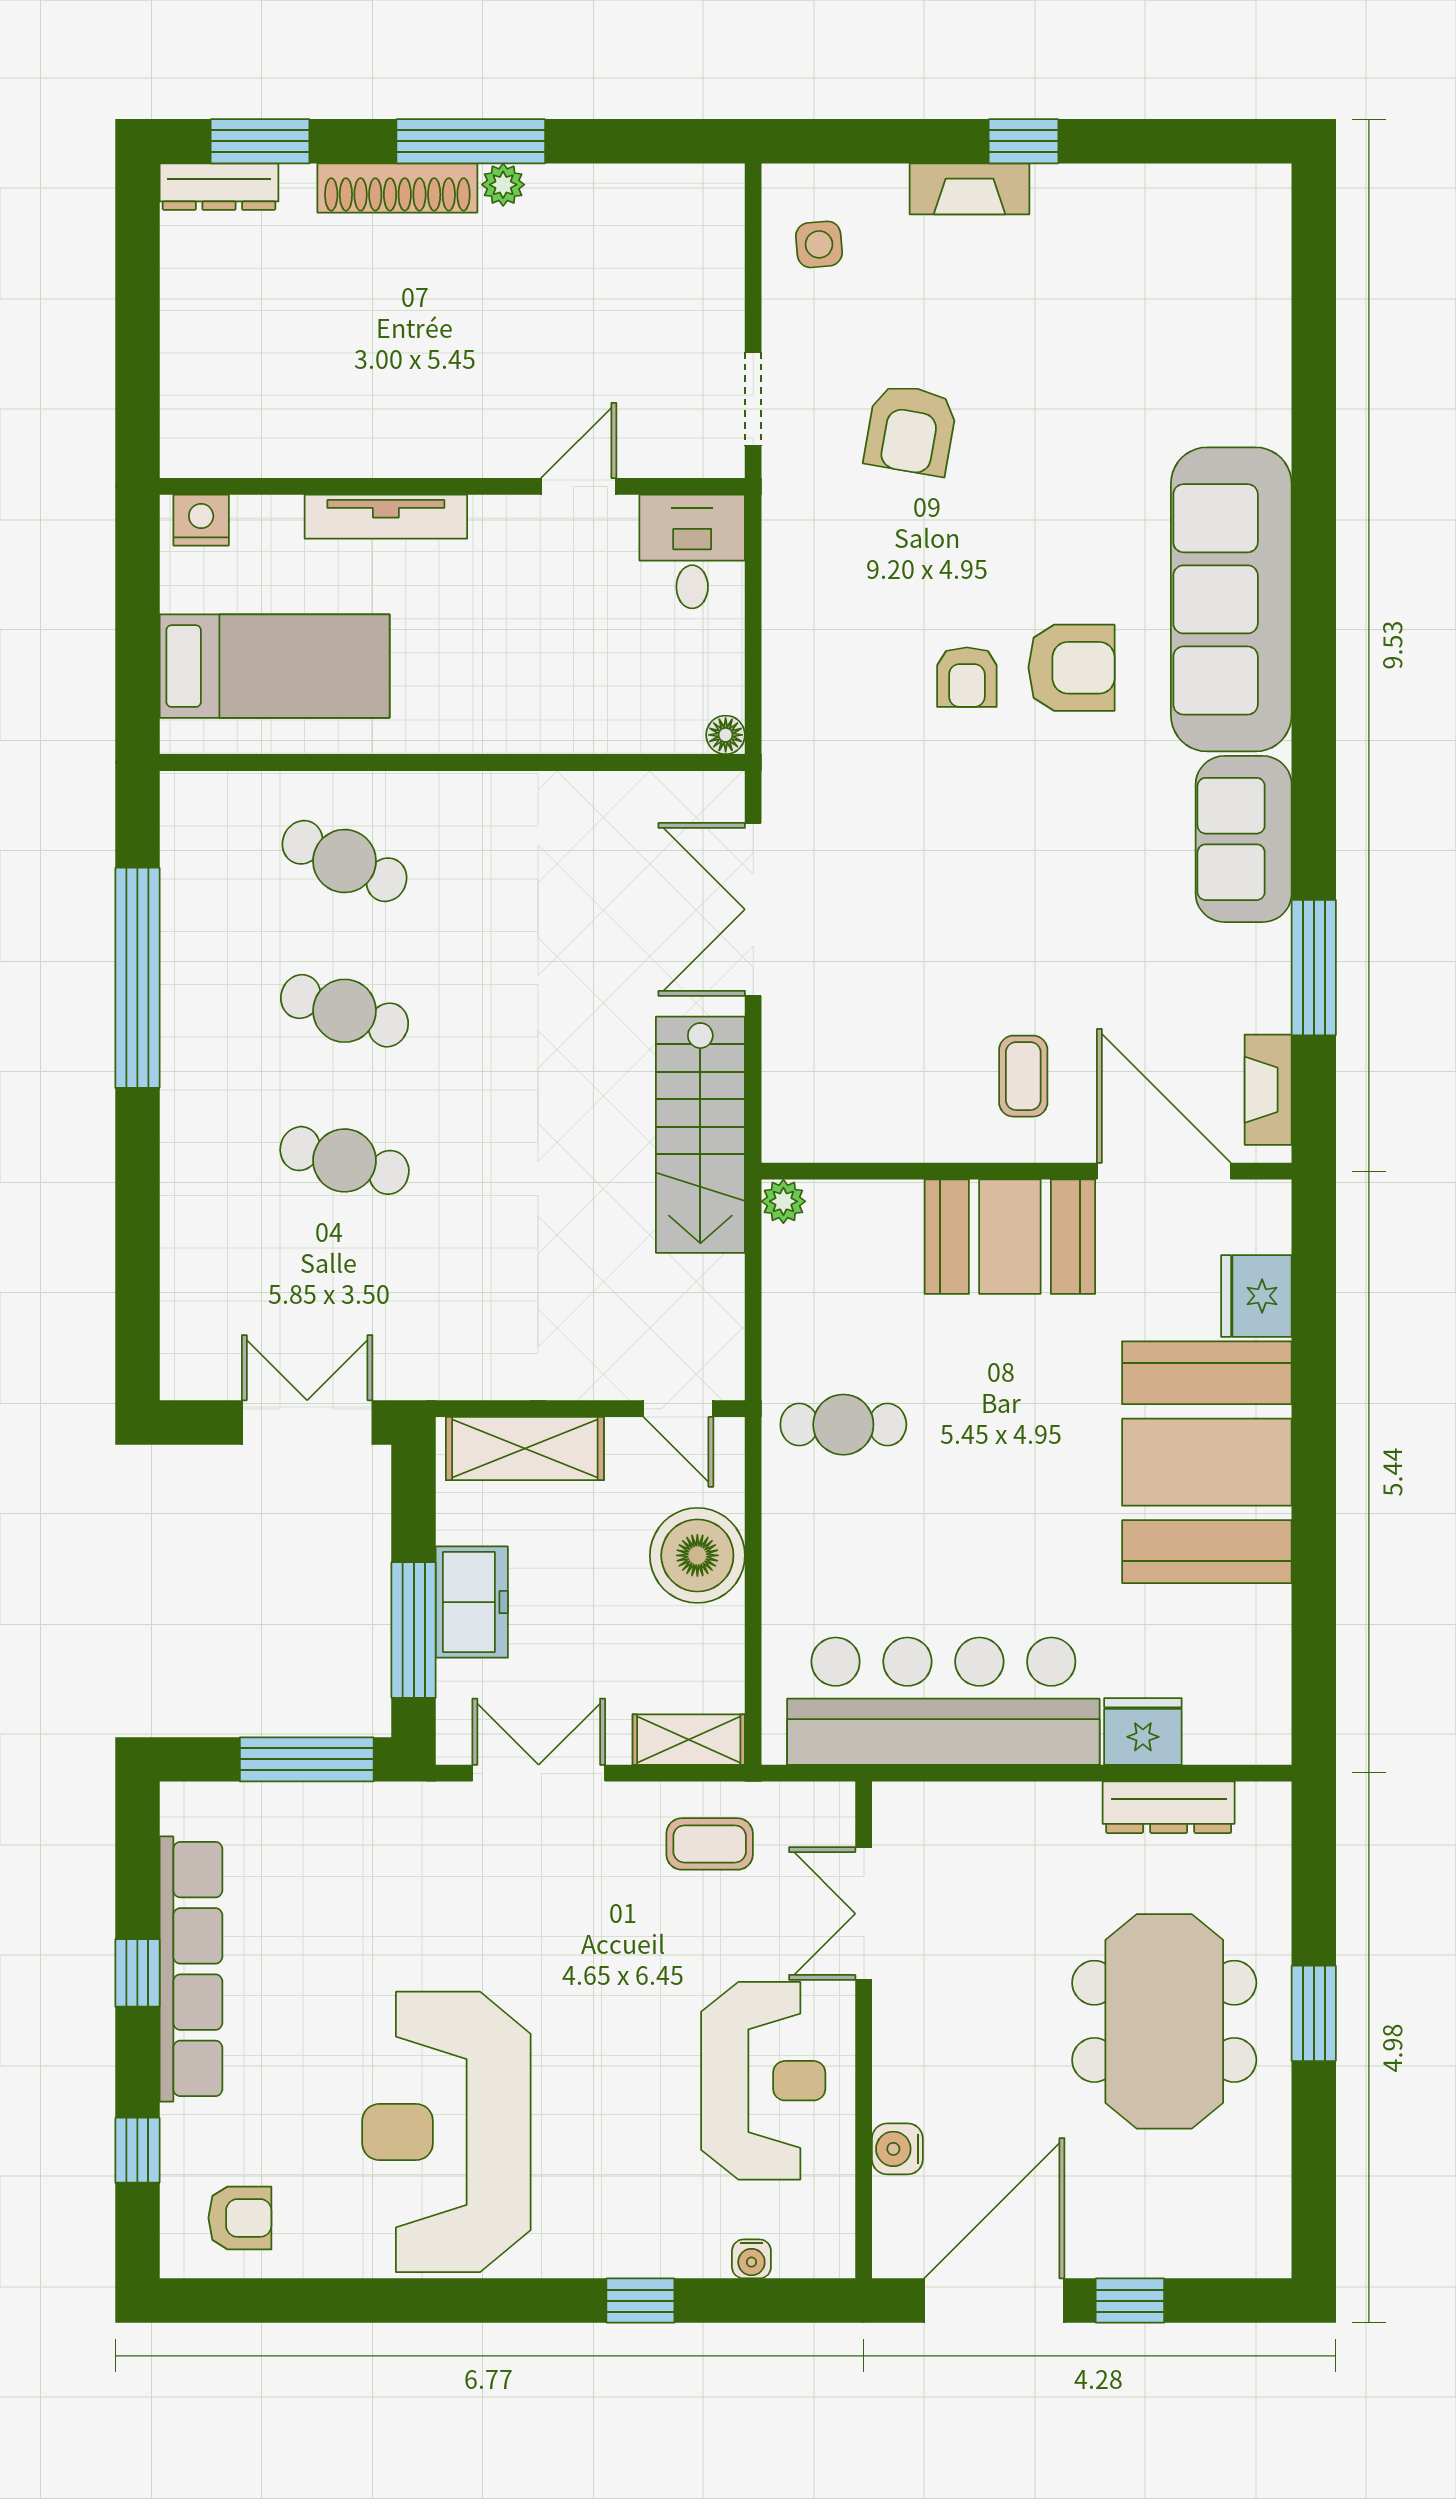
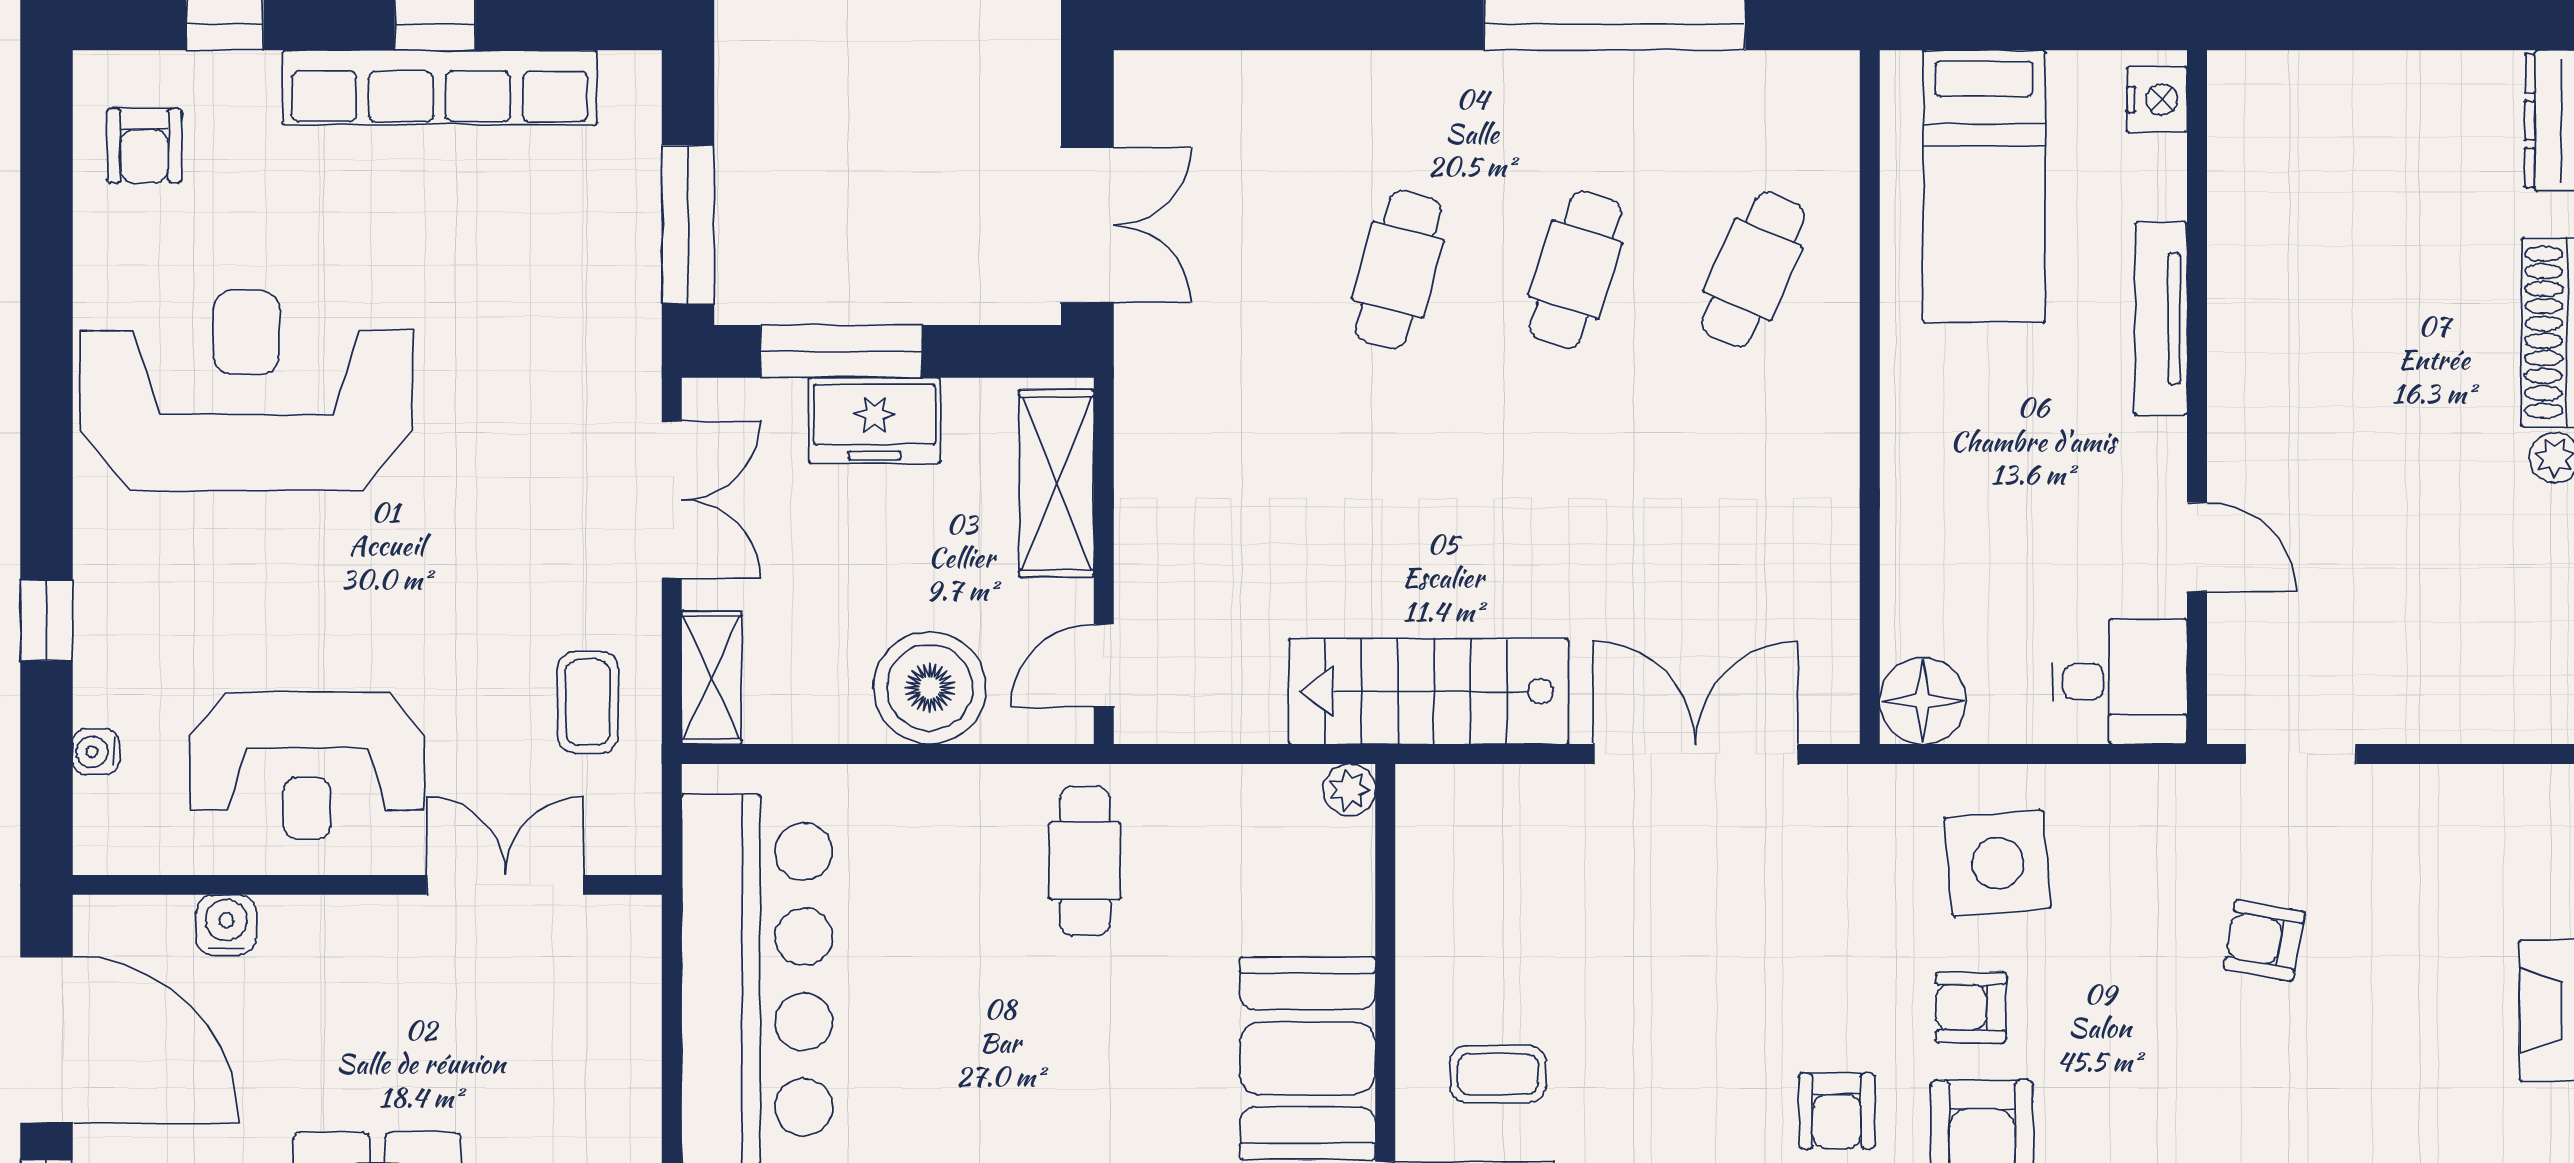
side table: (819, 244) -> (1998, 863), moved, width x1.87, depth x1.87
armchair: (911, 430) -> (2264, 941), width x0.72, depth x0.72
floor lamp: (726, 735) -> (1923, 701), width x1.89, depth x1.89
armchair: (1054, 790) -> (1837, 1111), added

